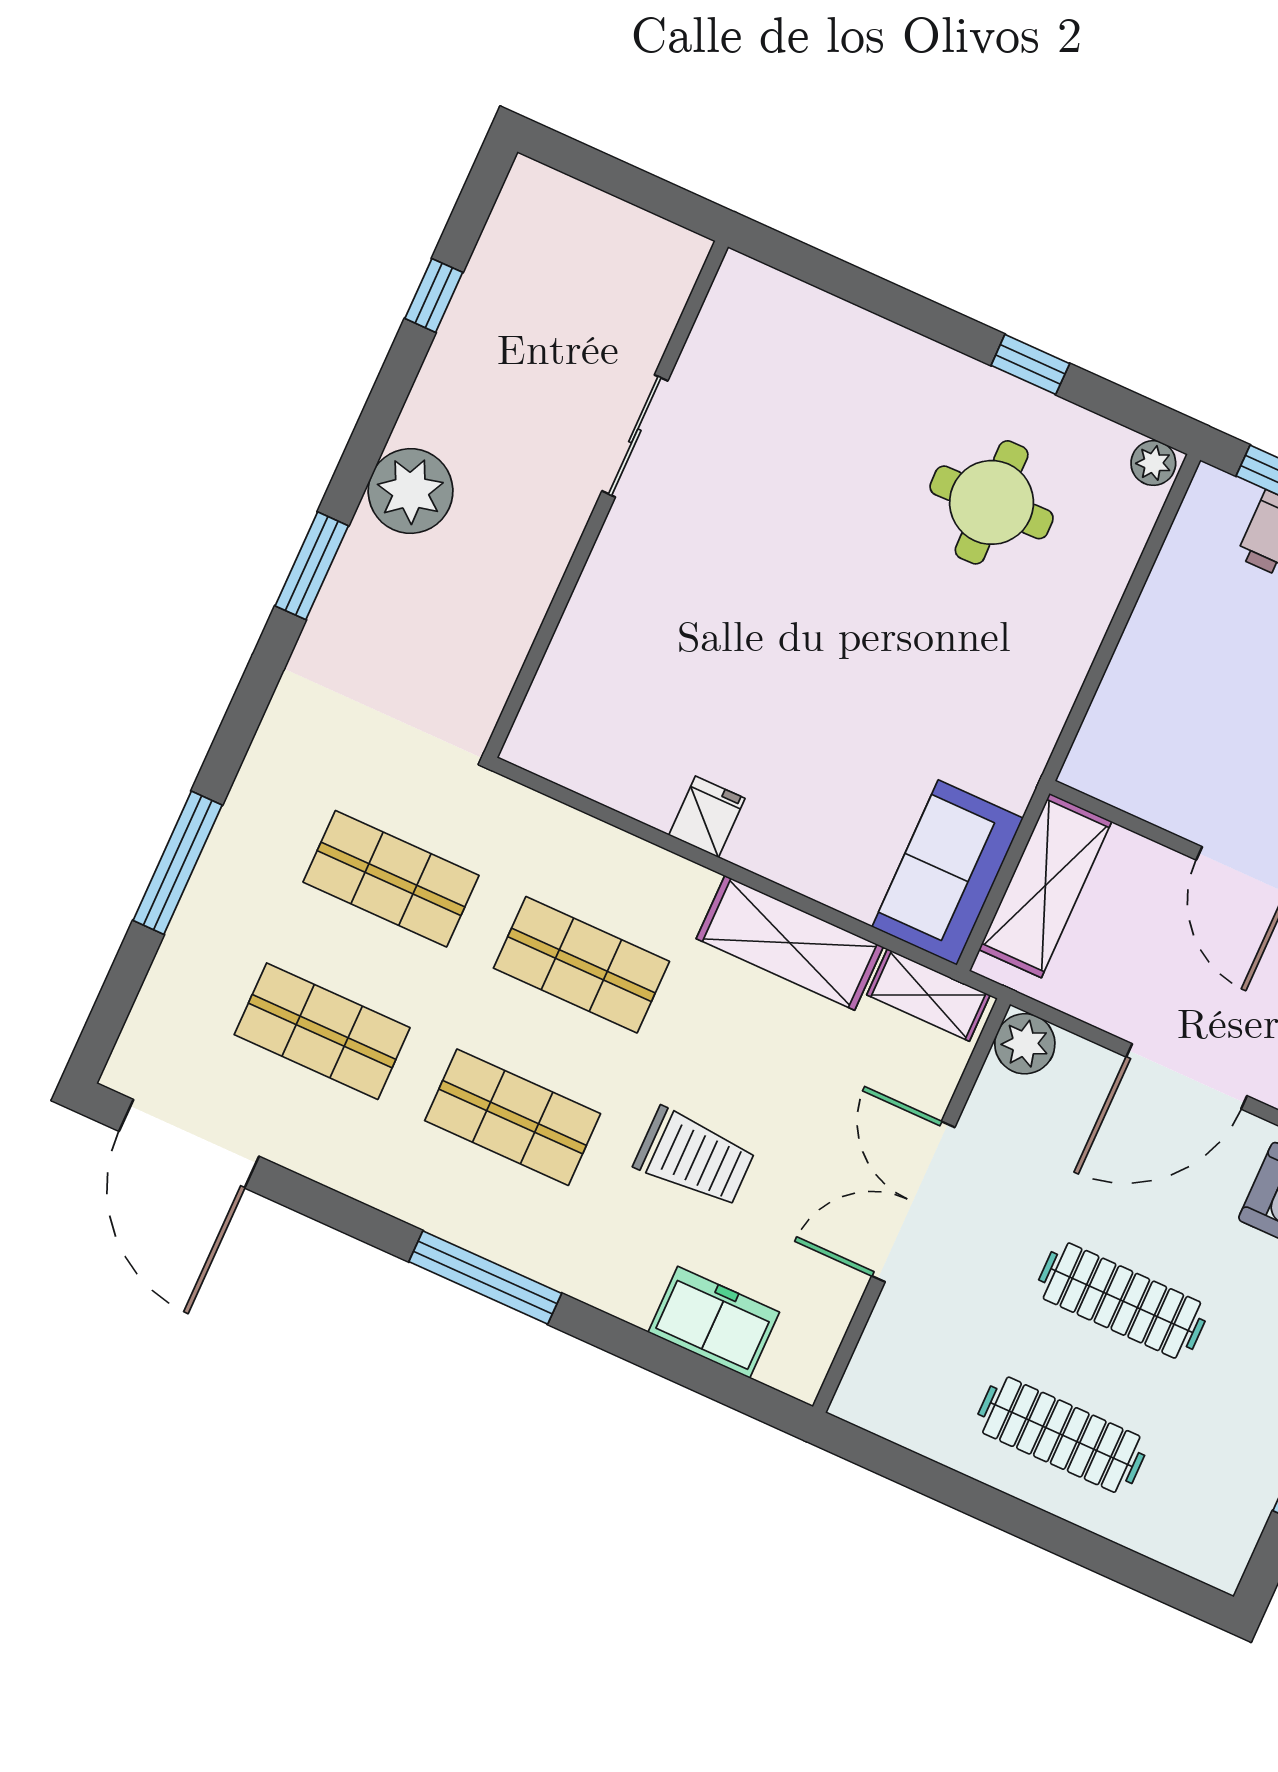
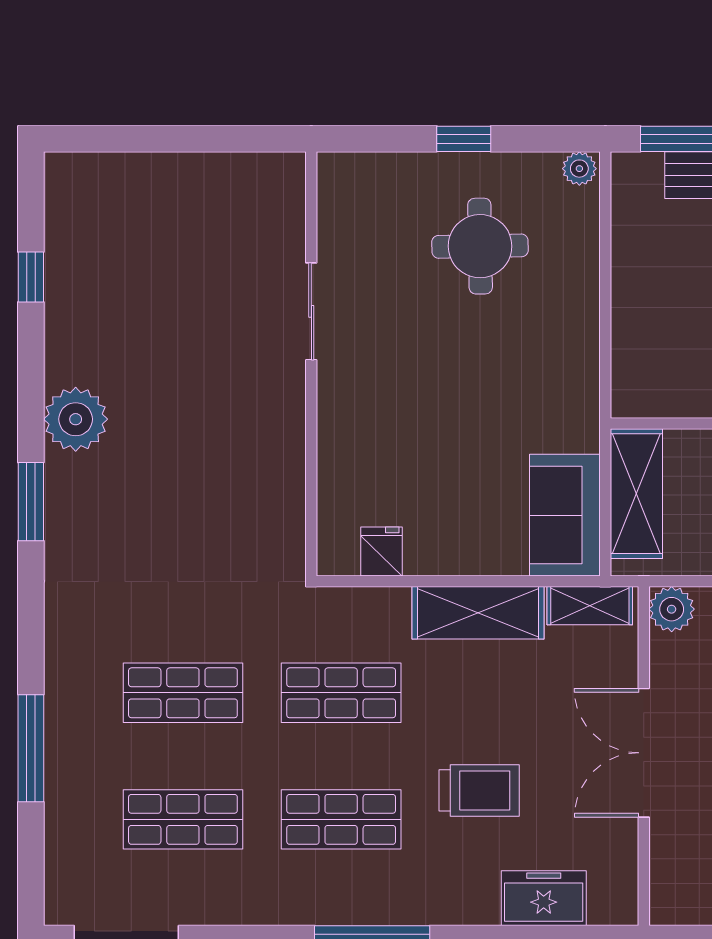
sliding door: (635, 436) -> (311, 311), moved
wall: (606, 499) -> (311, 364), moved

